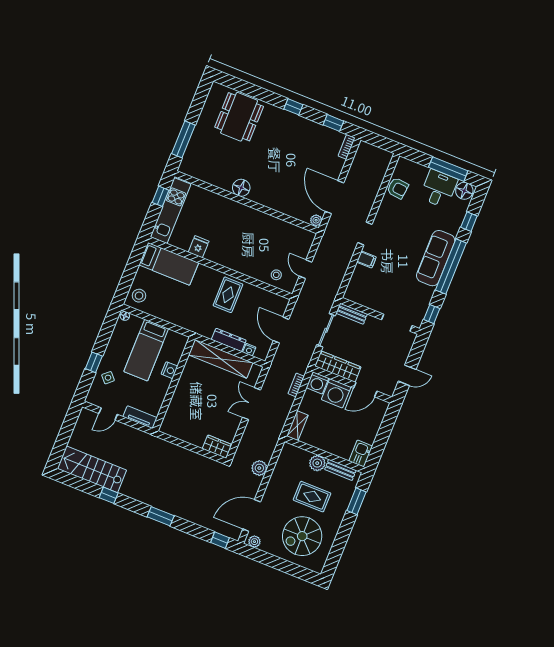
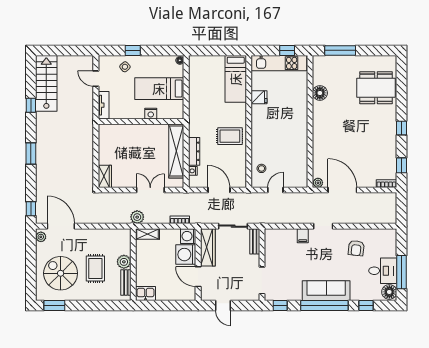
floor lamp: (241, 188) -> (320, 93), moved
armchair: (398, 188) -> (356, 248), moved
door: (334, 197) -> (342, 190), hinge flipped
stool: (139, 296) -> (201, 65), removed
door: (281, 330) -> (219, 190), hinge flipped
plant: (259, 468) -> (137, 217), moved
window: (356, 501) -> (54, 306), moved

